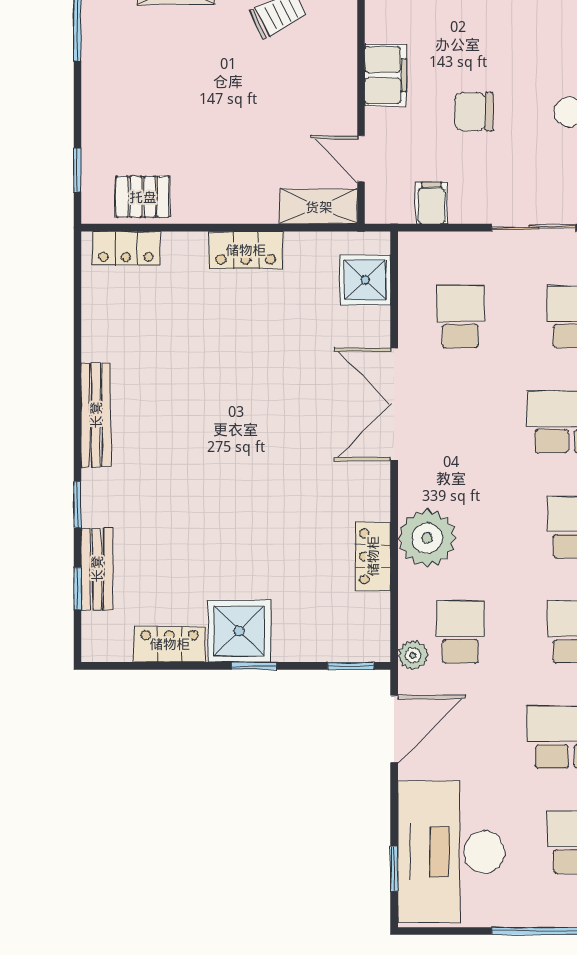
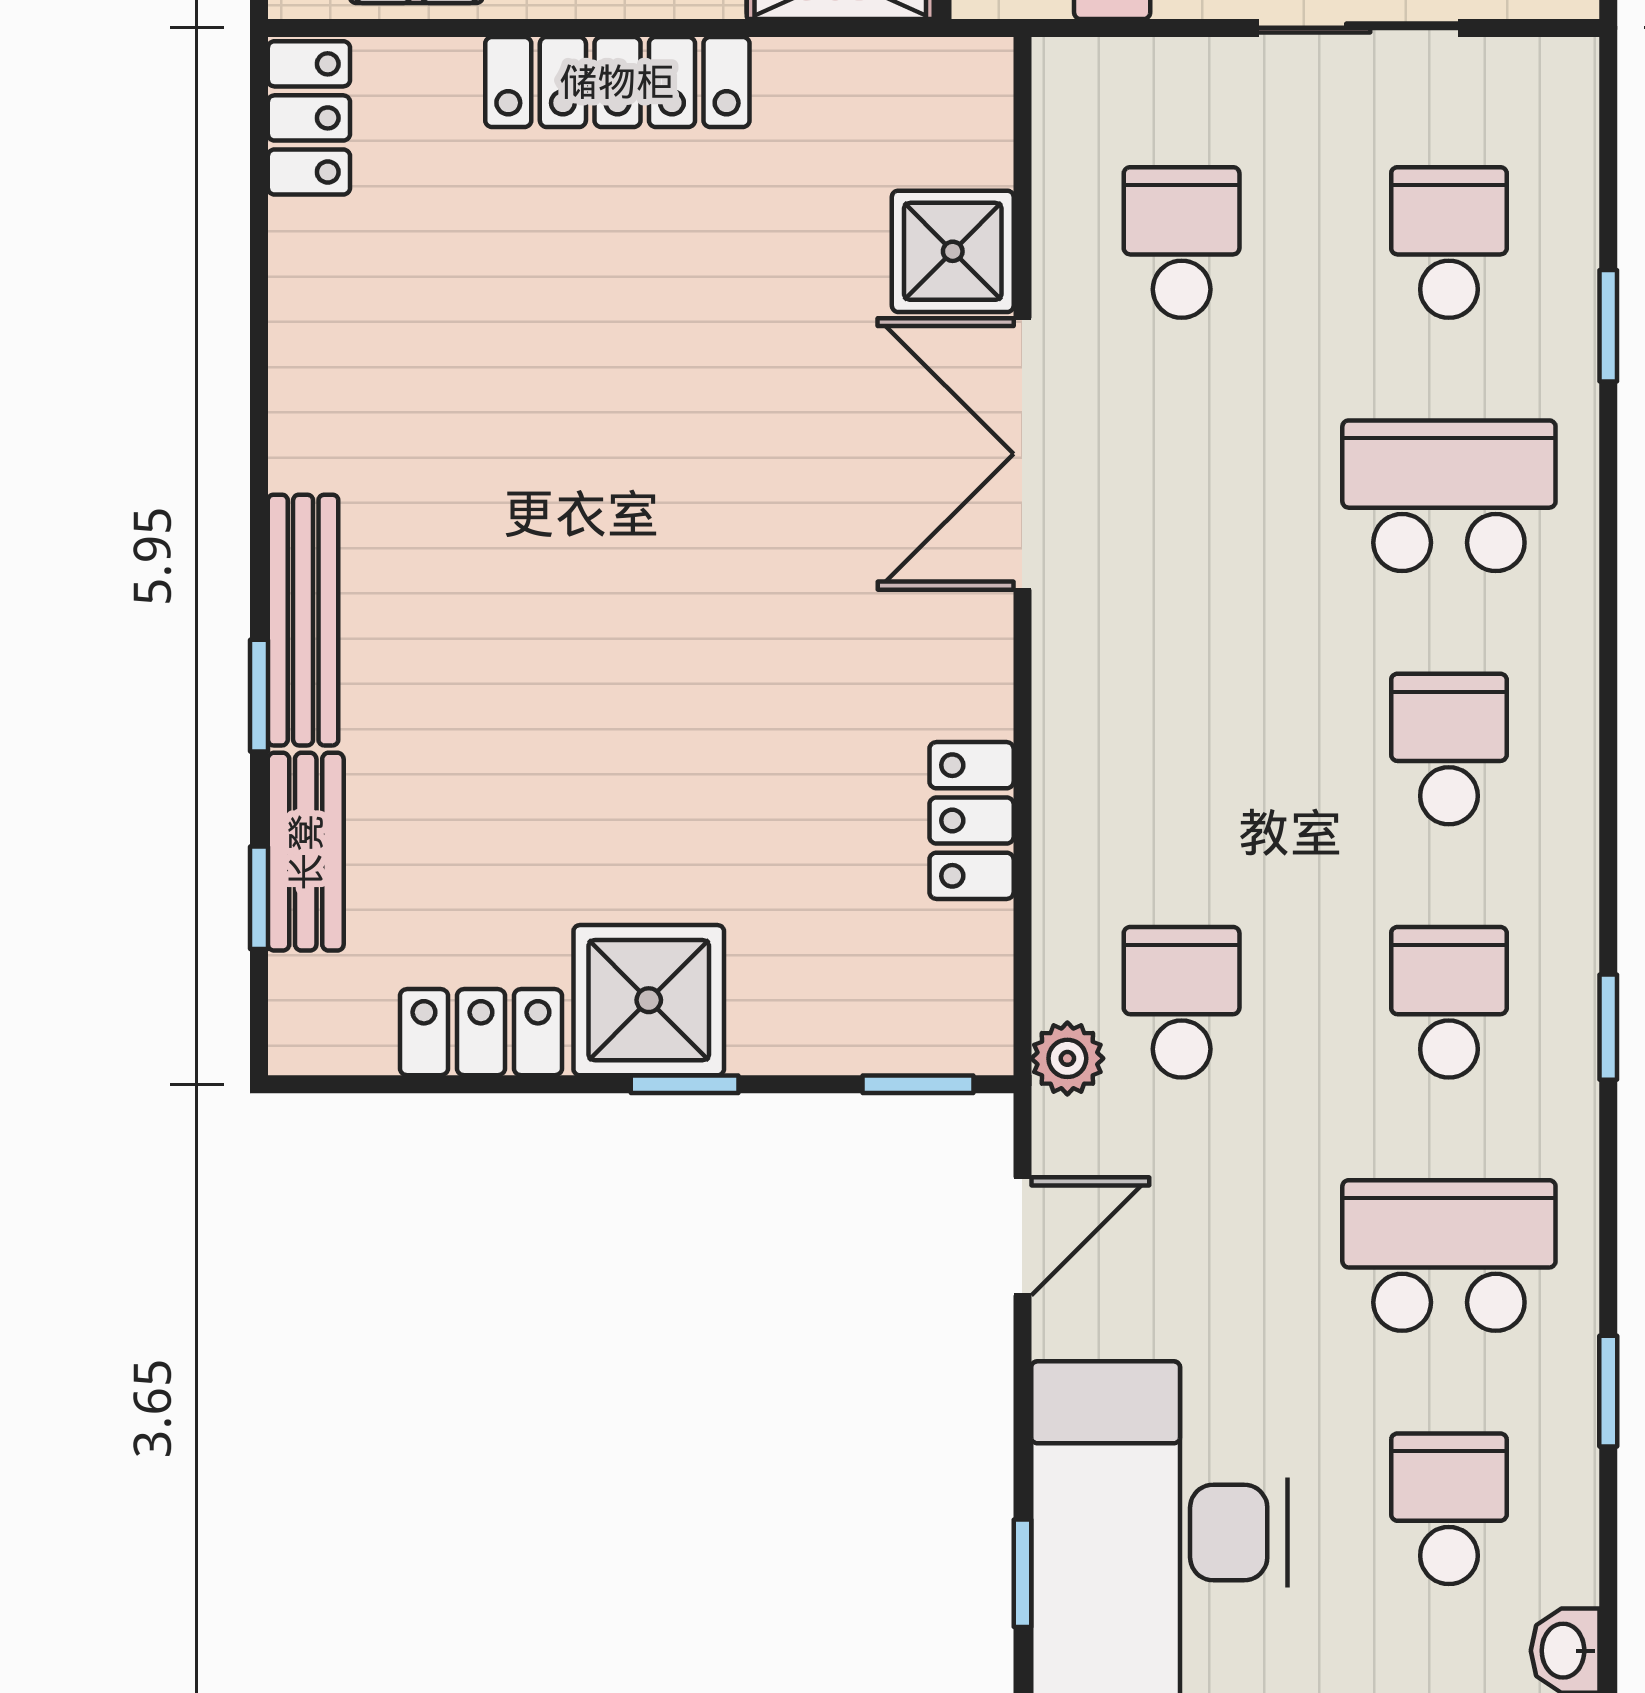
locker: (126, 248) -> (309, 118), moved, turned -90
locker: (246, 250) -> (617, 82), width x1.53
shower: (365, 280) -> (953, 251), moved
bench: (96, 415) -> (303, 620), moved
plant: (427, 538) -> (1102, 776), removed
door: (394, 729) -> (1022, 1236), width x0.73

